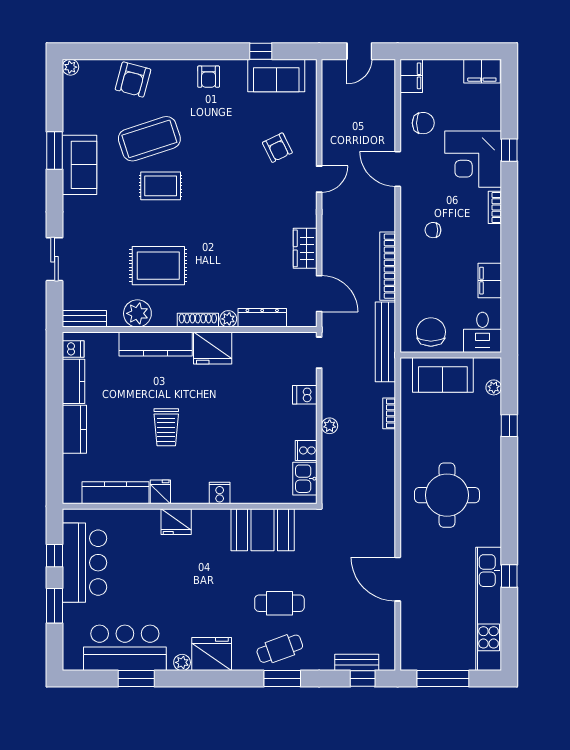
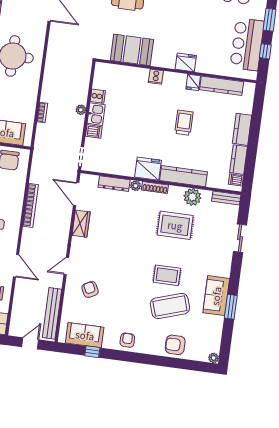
armchair: (133, 80) -> (175, 345), turned -105
bench: (385, 342) -> (52, 313), moved
kitchen sink: (305, 479) -> (96, 114), moved

